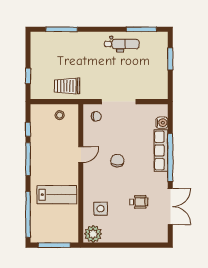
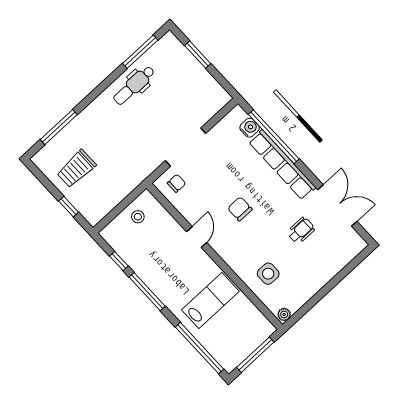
dental chair: (122, 44) -> (134, 85), turned 180
trolley: (67, 86) -> (76, 169), moved
row of seats: (161, 150) -> (282, 165), width x1.36
window: (170, 158) -> (274, 137), moved
plant: (93, 234) -> (284, 314), width x0.53, depth x0.53

